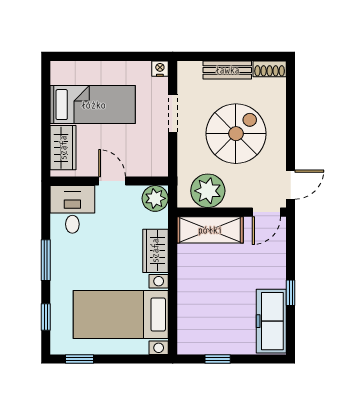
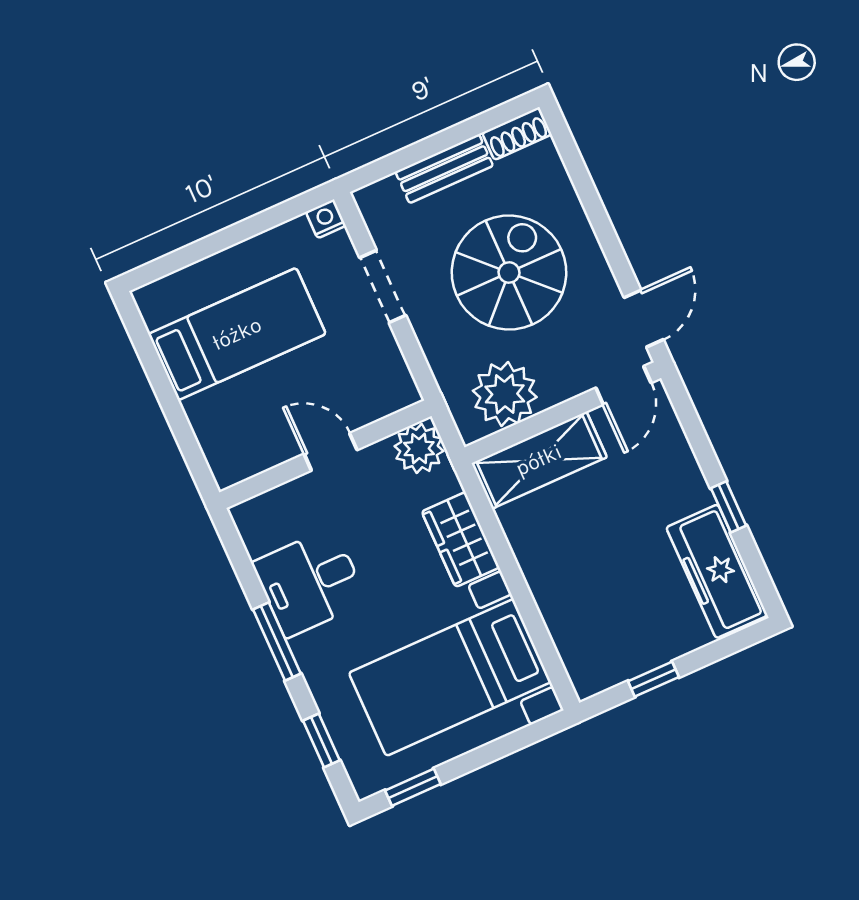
wardrobe: (63, 148) -> (219, 432), removed
desk: (72, 209) -> (310, 582), moved, turned -90

